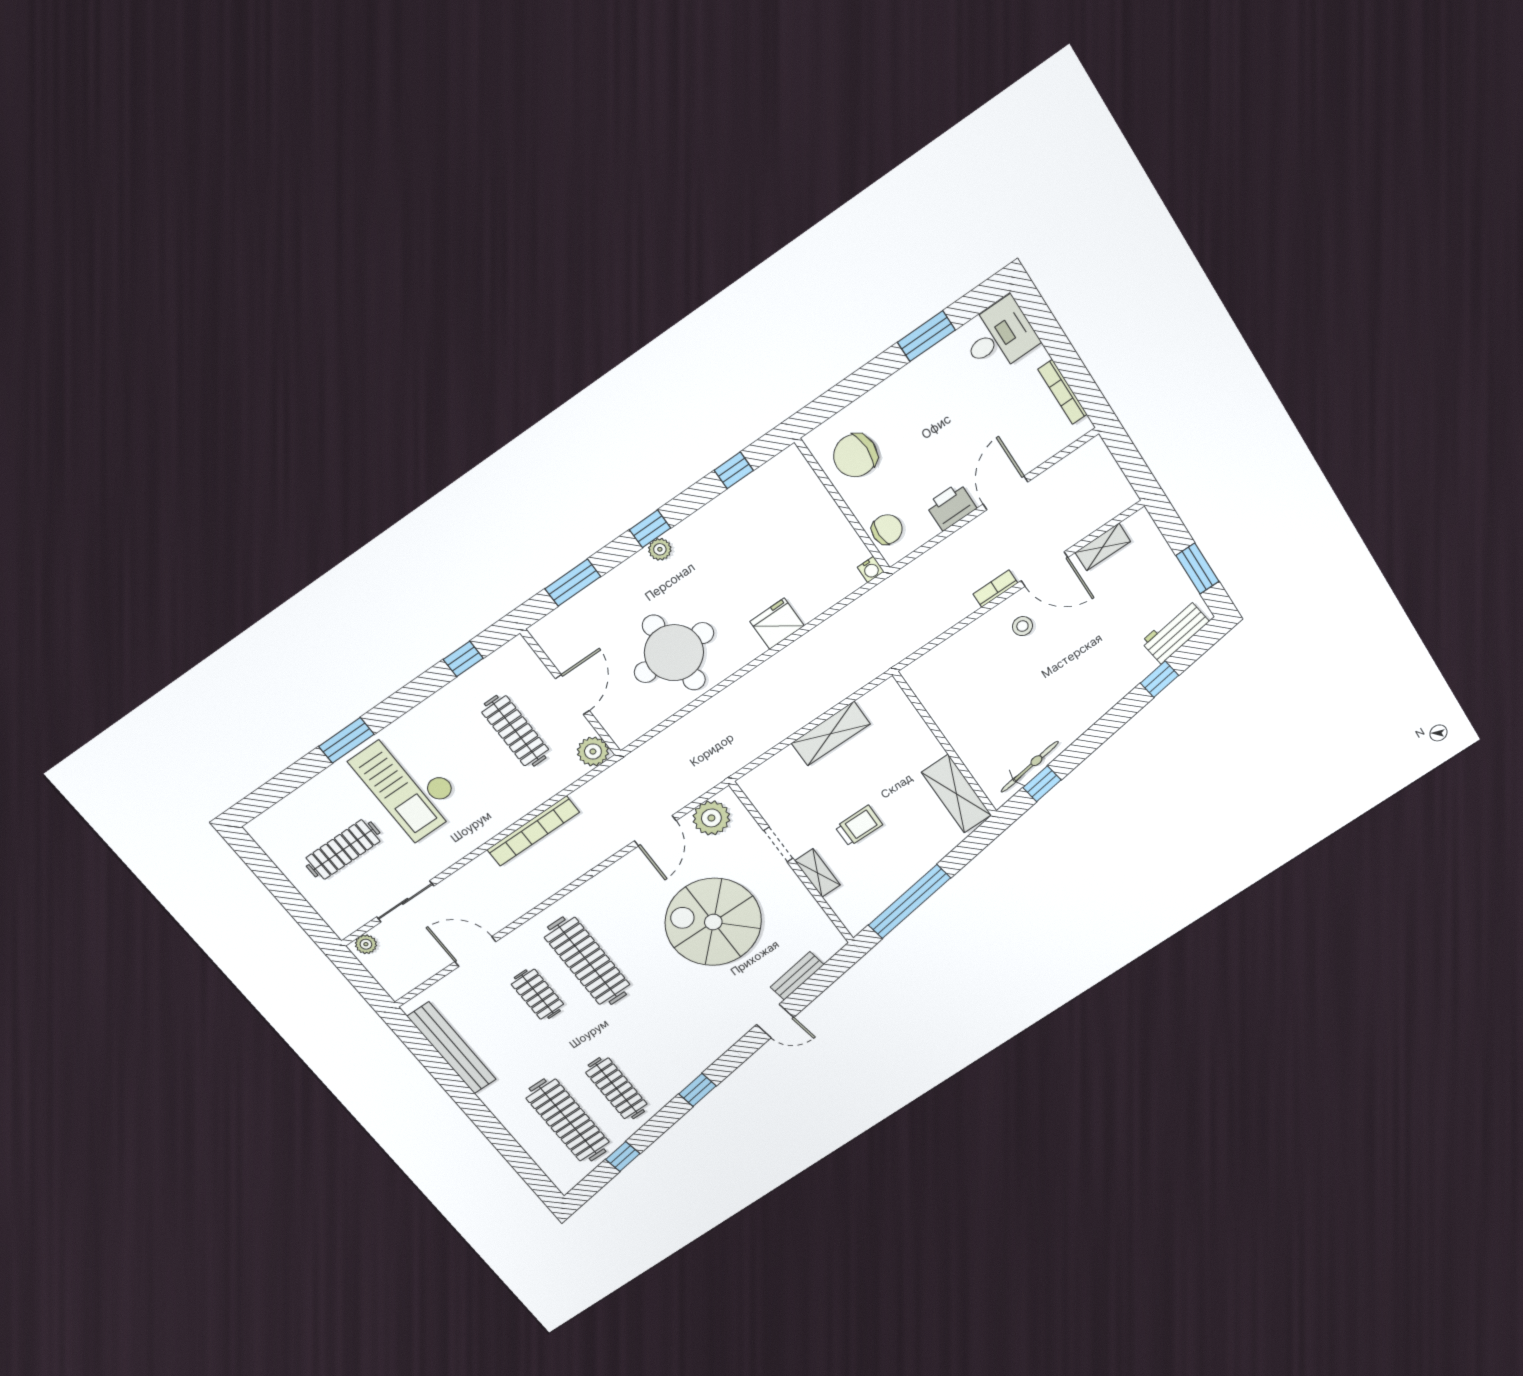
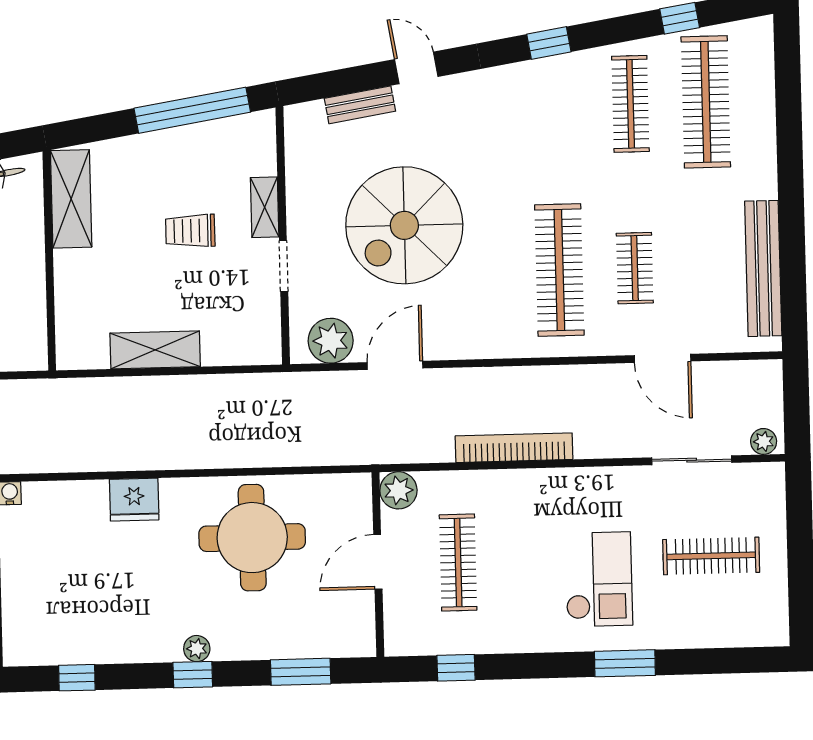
checkout: (408, 784) -> (599, 579), width x0.73, depth x0.83
spiral stairs: (713, 922) -> (404, 225), turned 90

